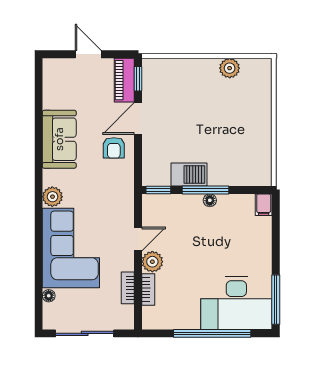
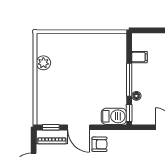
barbecue: (189, 175) -> (114, 116), moved, turned 90
floor lamp: (210, 200) -> (136, 96), moved
filing cabinet: (264, 205) -> (140, 57), moved

